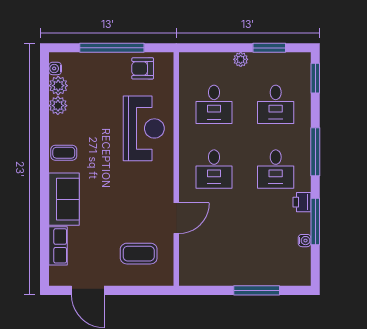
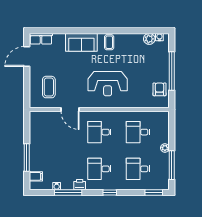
window: (269, 48) -> (172, 165), width x1.44
plant: (58, 106) -> (137, 39), removed
reception desk: (144, 128) -> (108, 84), moved
window: (315, 152) -> (110, 193), width x0.46
row of seats: (58, 246) -> (41, 39), moved
filing cabinet: (288, 275) -> (36, 176), added

